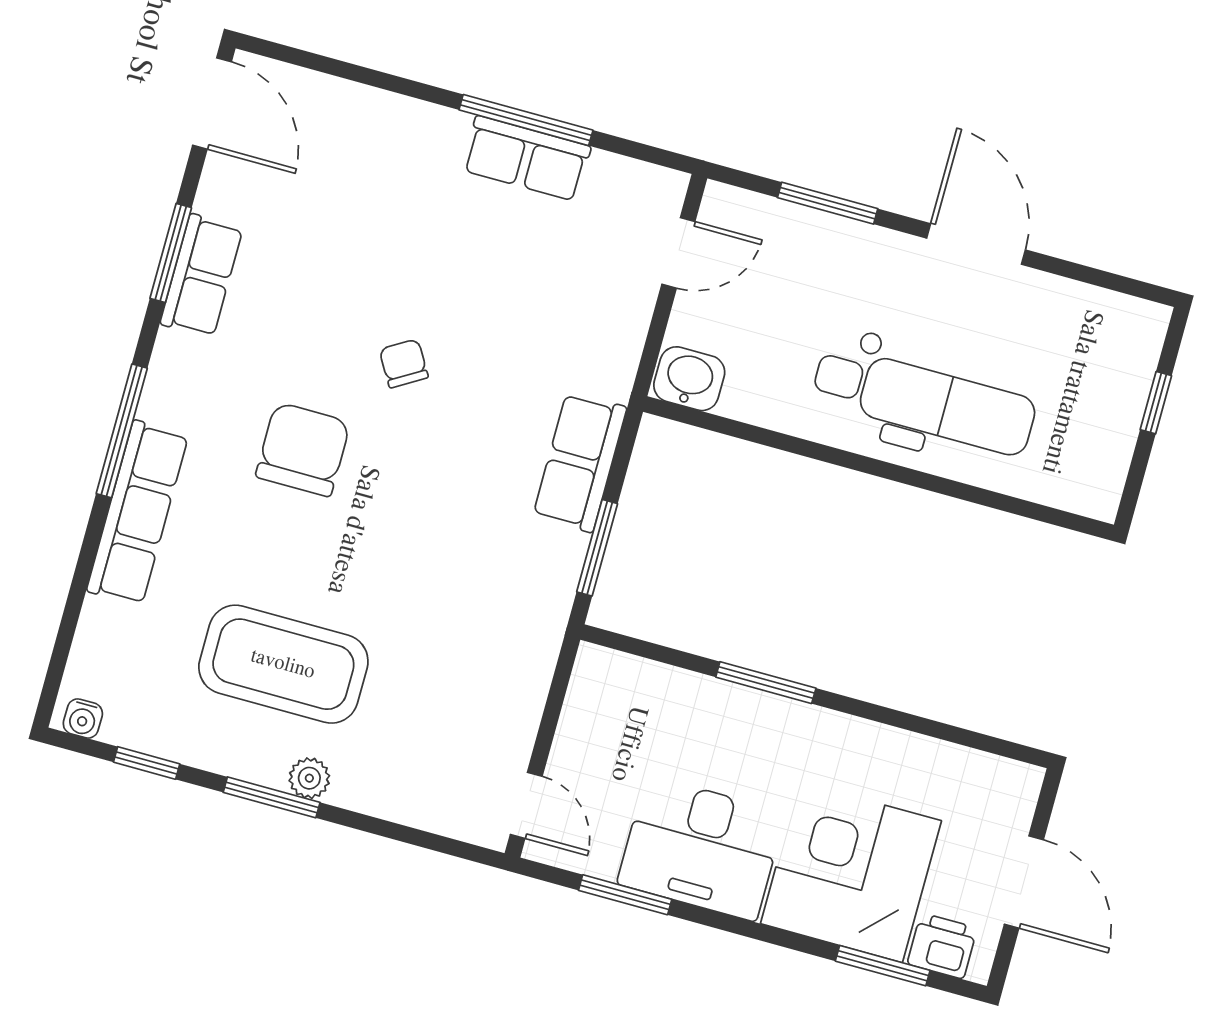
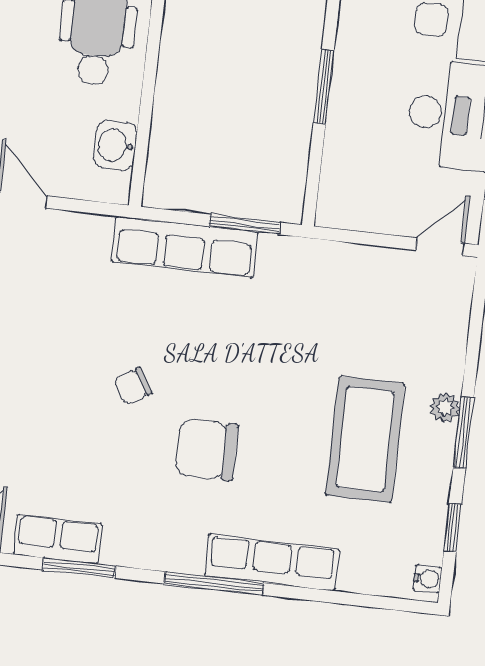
row of seats: (202, 276) -> (58, 539), moved
washbasin: (689, 379) -> (115, 145), moved
row of seats: (580, 462) -> (185, 247), width x1.48

